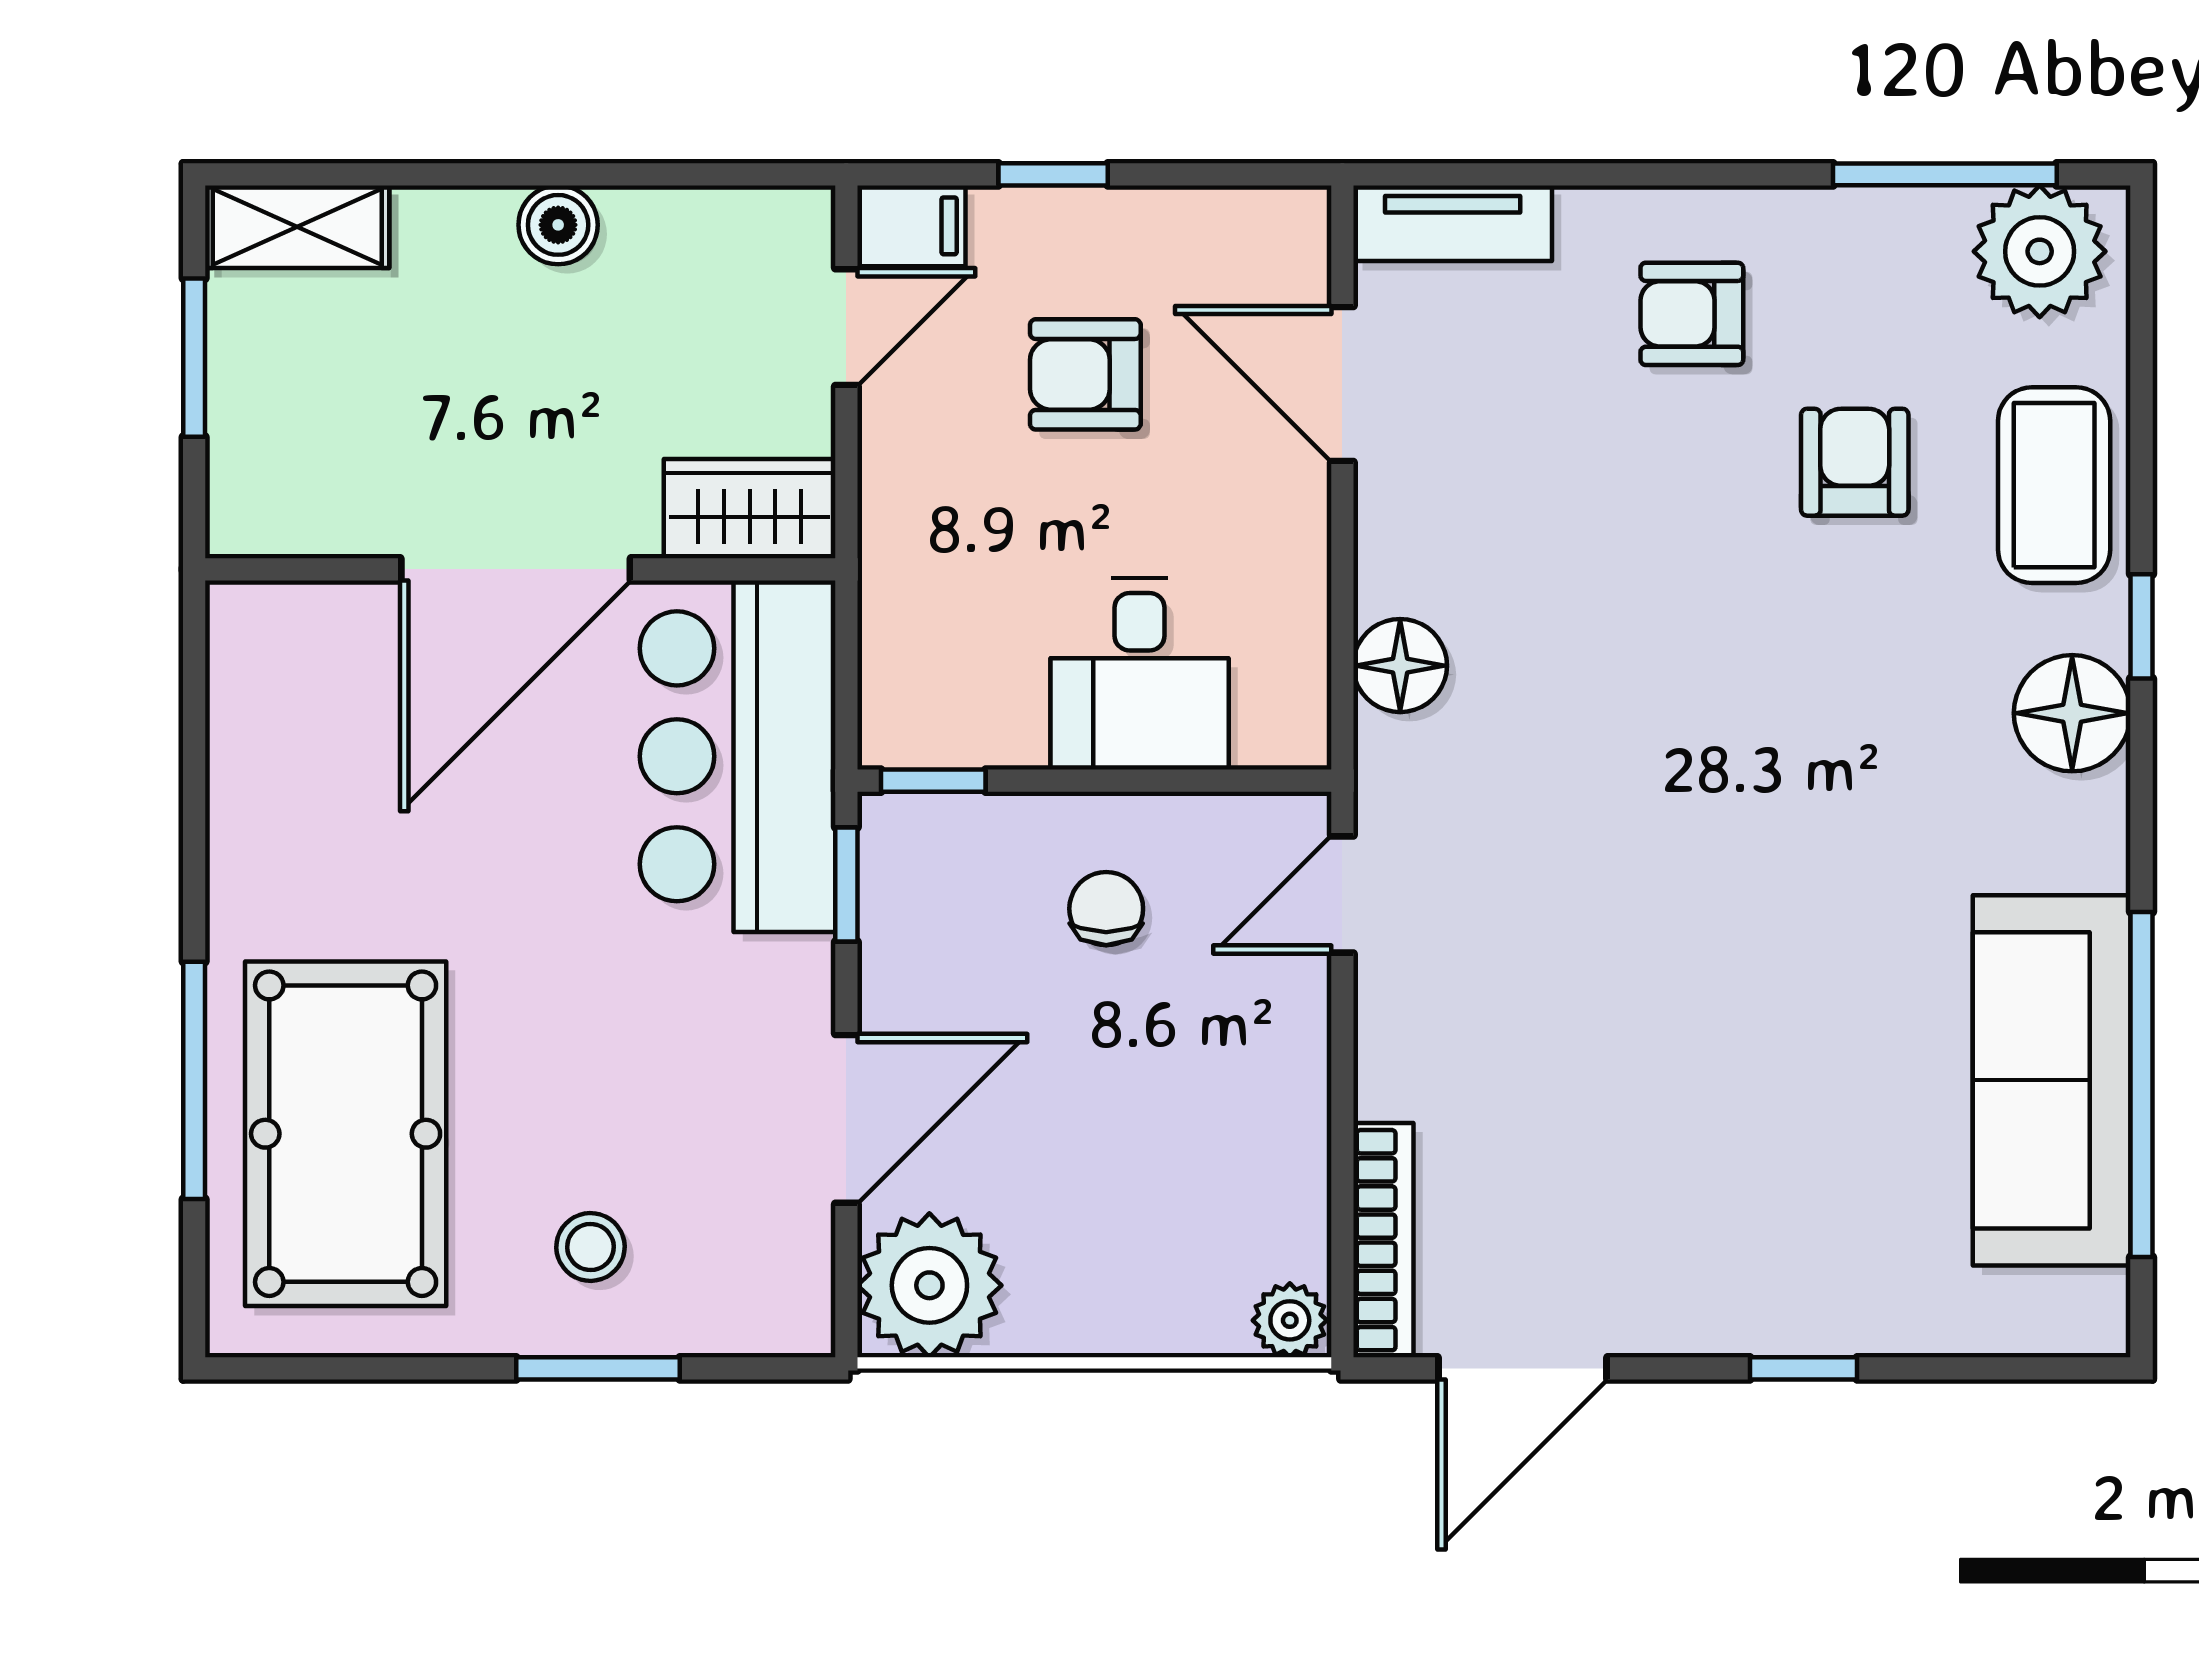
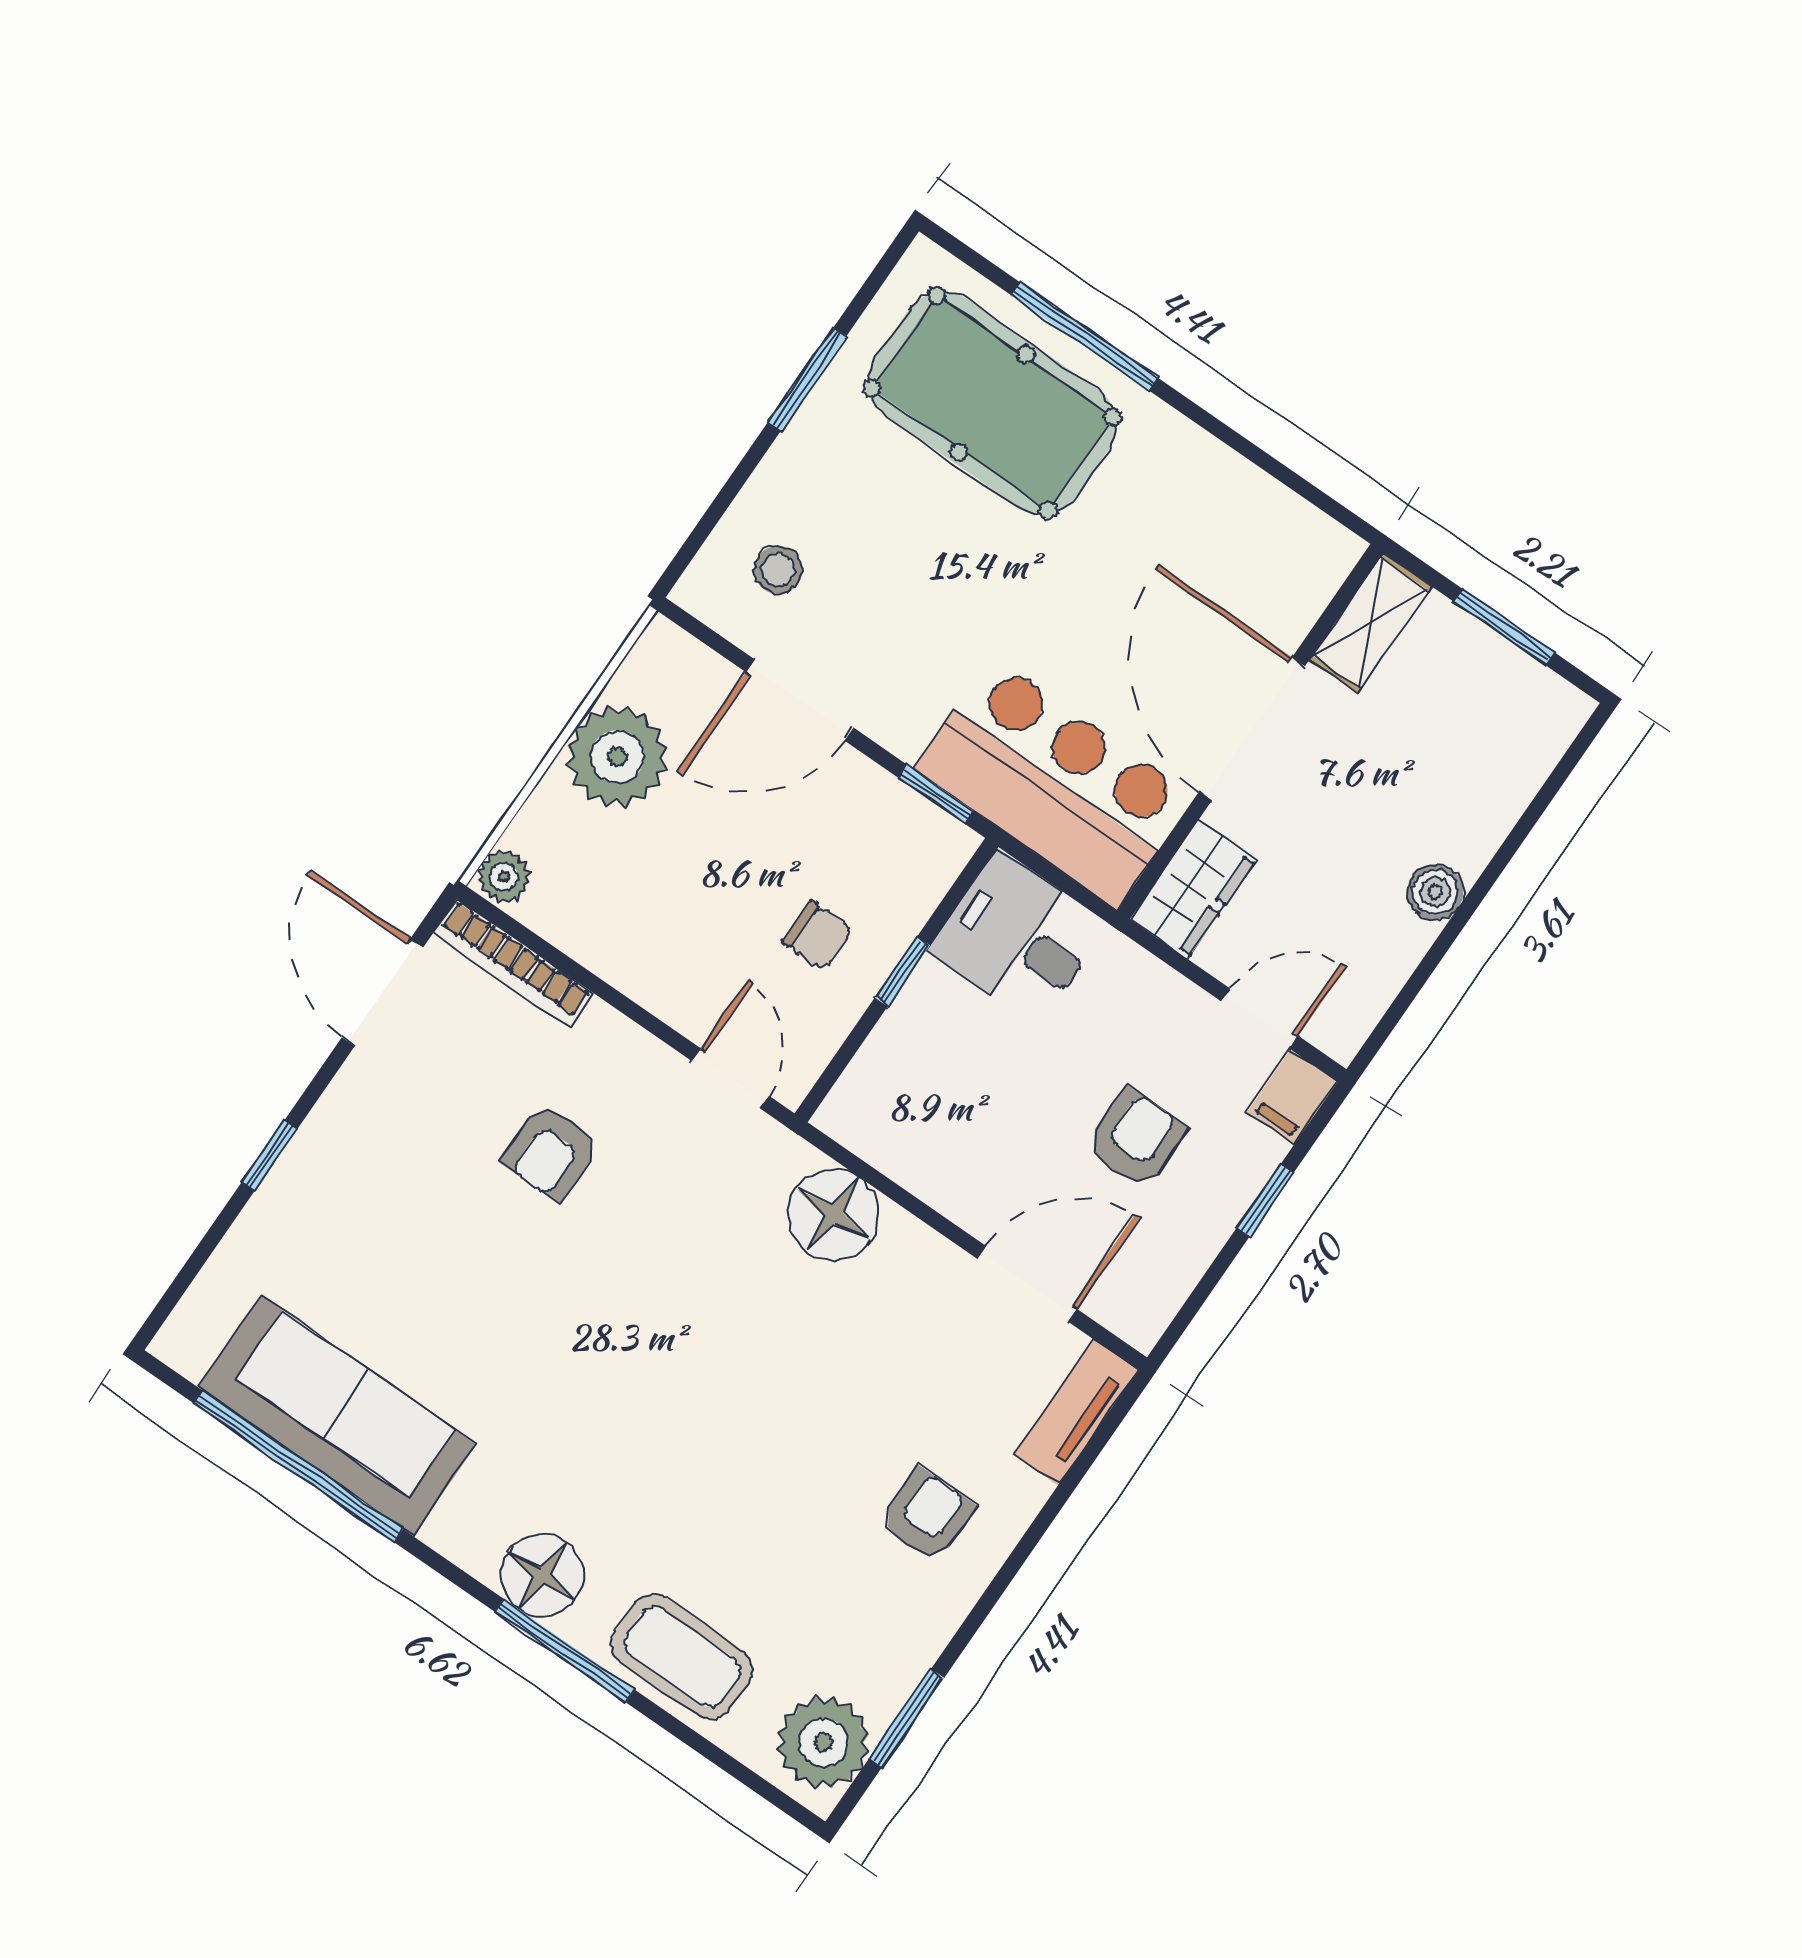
window: (1945, 174) -> (906, 1718), width x0.69
shelving: (297, 227) -> (1370, 623), moved
door: (846, 327) -> (1260, 1018), swing flipped
armchair: (1855, 462) -> (551, 1152), moved, turned 90
window: (2142, 626) -> (565, 1651), width x2.17
floor lamp: (1400, 666) -> (833, 1214), width x1.38, depth x1.38
desk: (1140, 674) -> (1017, 938), moved
window: (933, 781) -> (902, 971), moved
door: (846, 1119) -> (800, 700), hinge flipped
stool: (591, 1247) -> (778, 570), moved
plant: (929, 1285) -> (617, 757), moved
window: (598, 1368) -> (807, 379), moved

